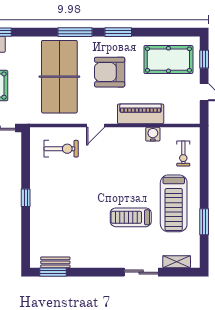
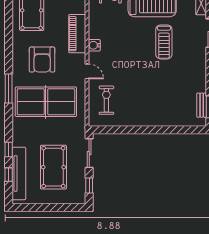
window: (118, 32) -> (9, 52), removed
water cooler: (153, 134) -> (94, 45), moved
window: (26, 198) -> (147, 130), removed

